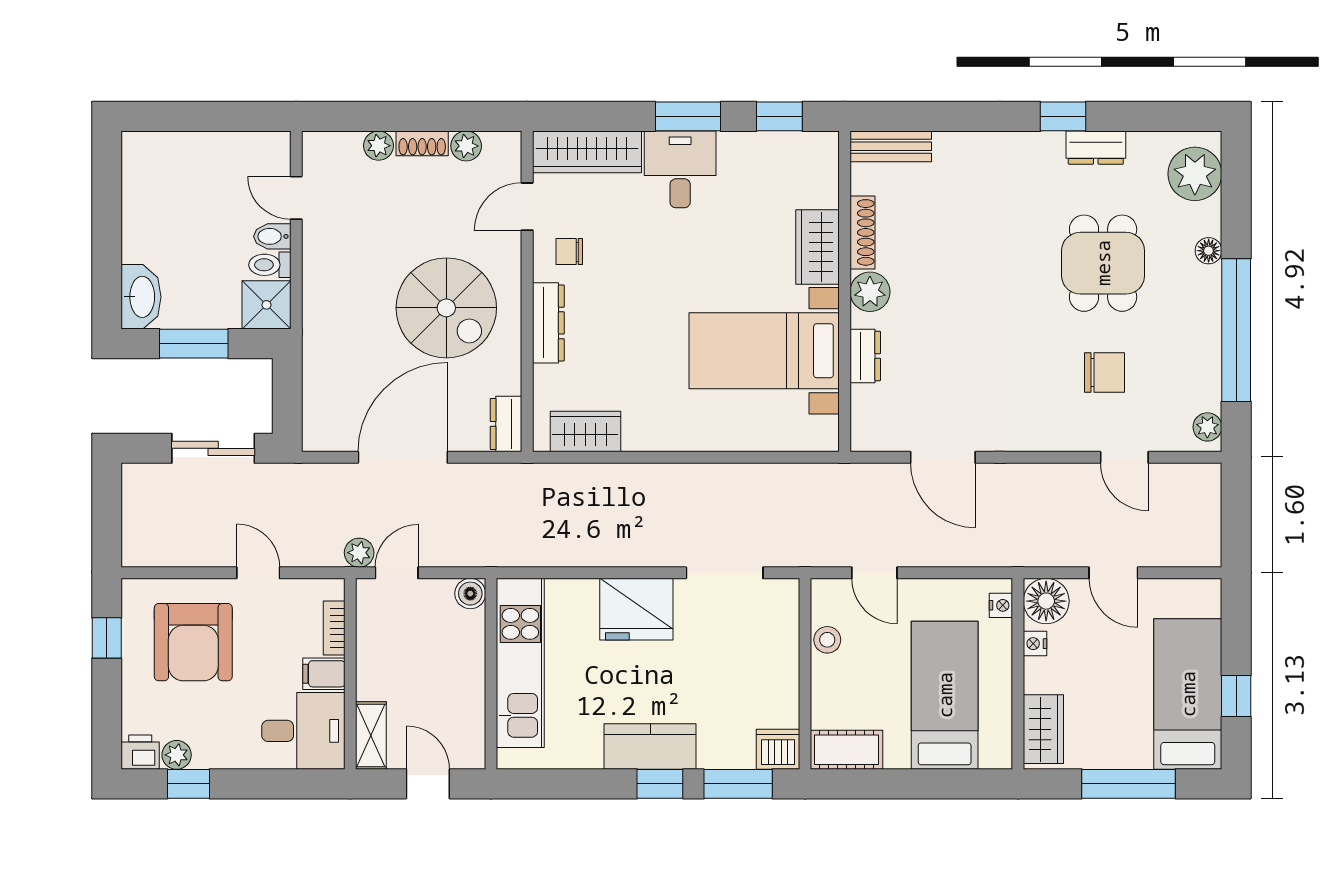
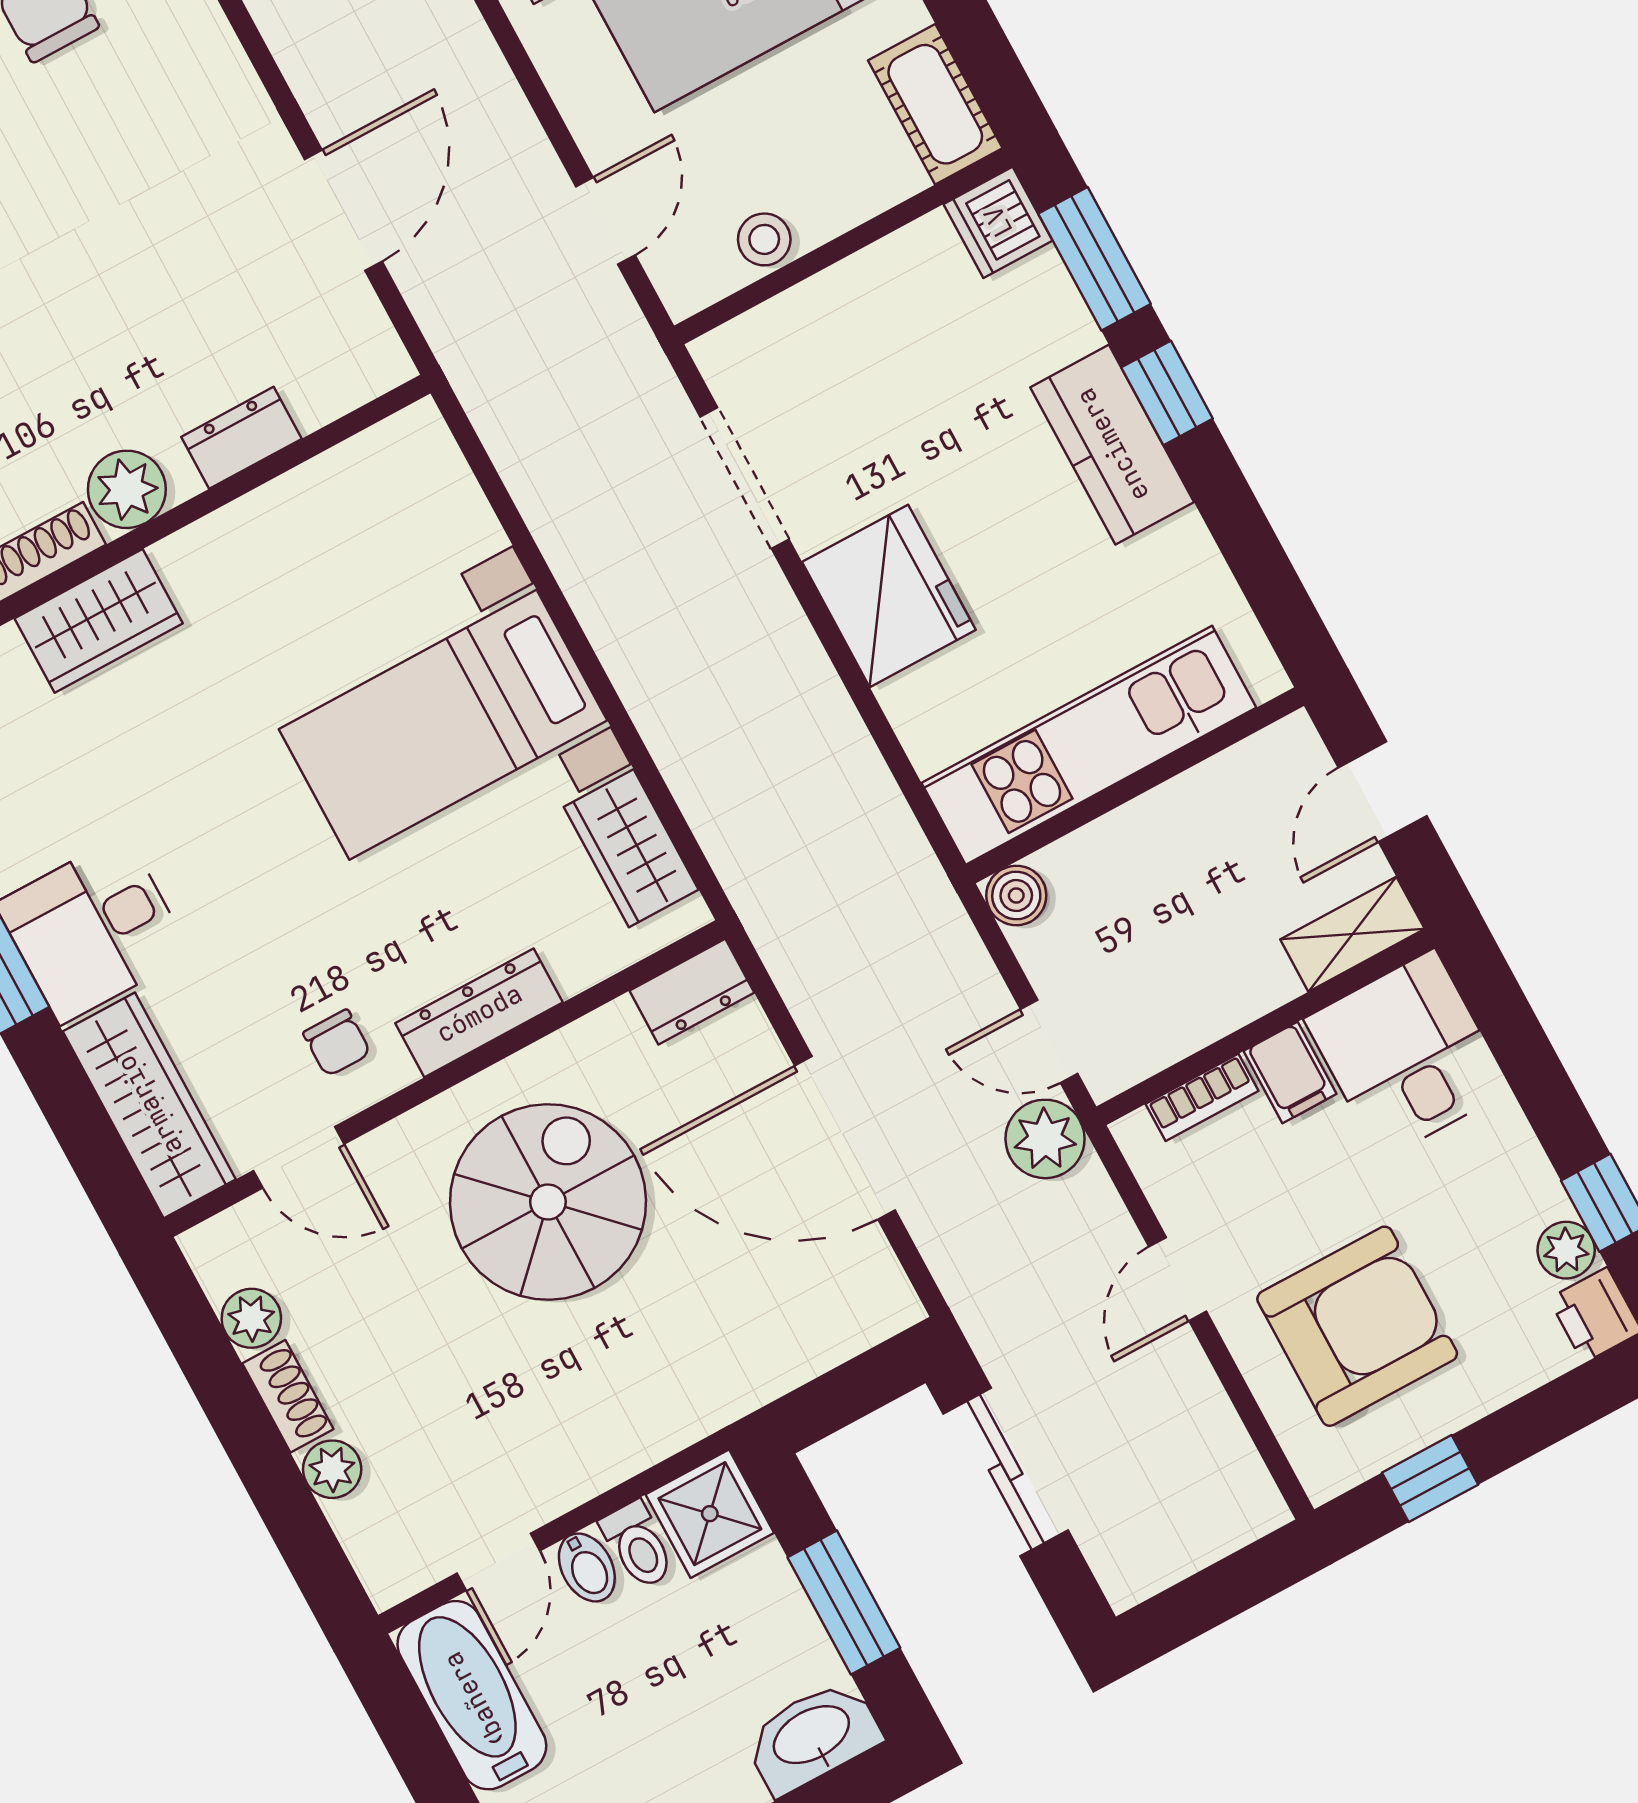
bathtub: (243, 153) -> (472, 1695), added
bed with nightstands: (764, 351) -> (443, 725), moved, turned 90
plant: (359, 553) -> (1045, 1139), width x1.38, depth x1.38

